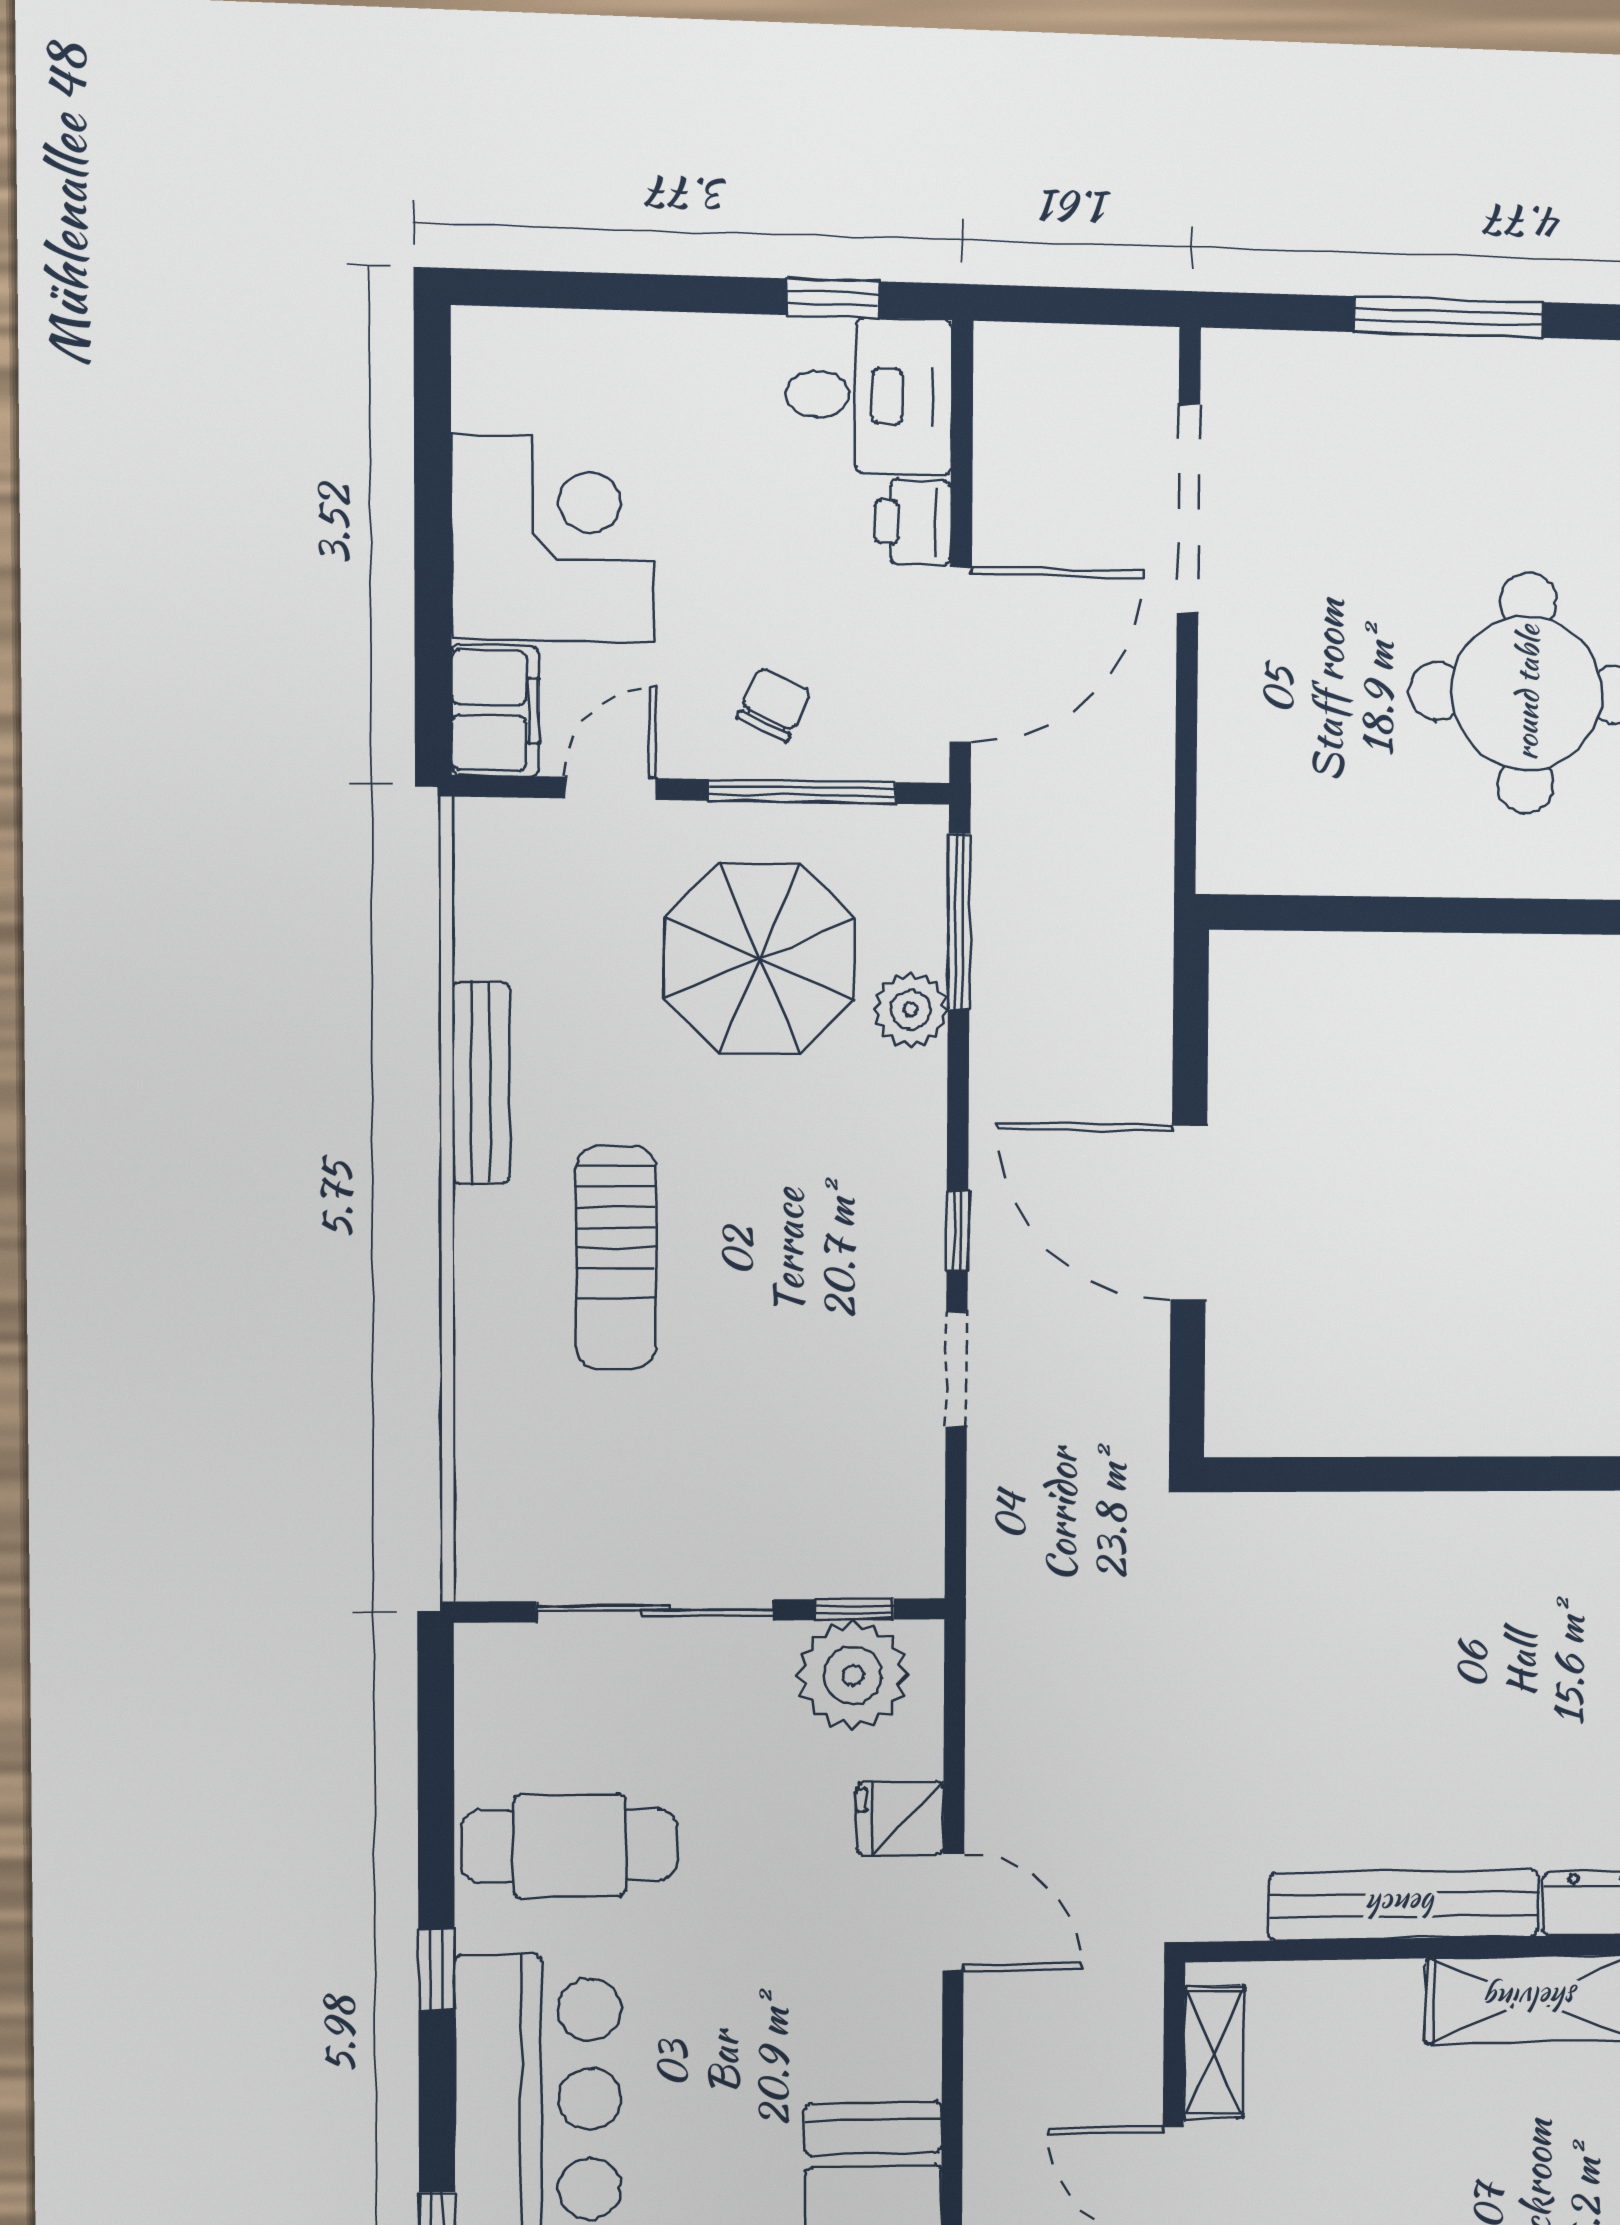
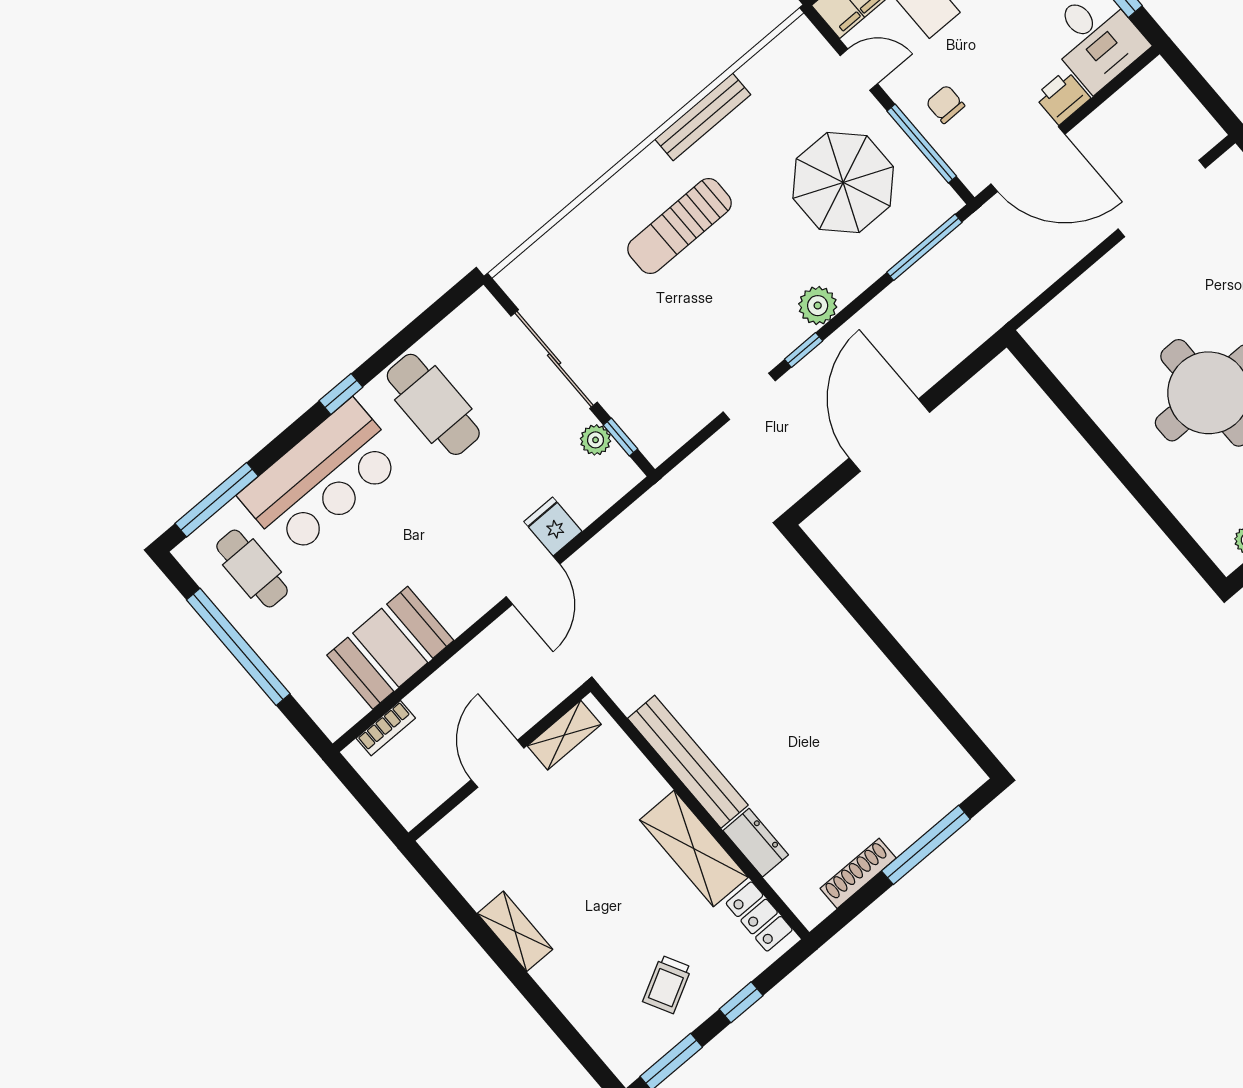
chair: (774, 705) -> (945, 104), turned -115
plant: (911, 1010) -> (818, 306), moved
plant: (853, 1675) -> (596, 440), width x0.53, depth x0.53

